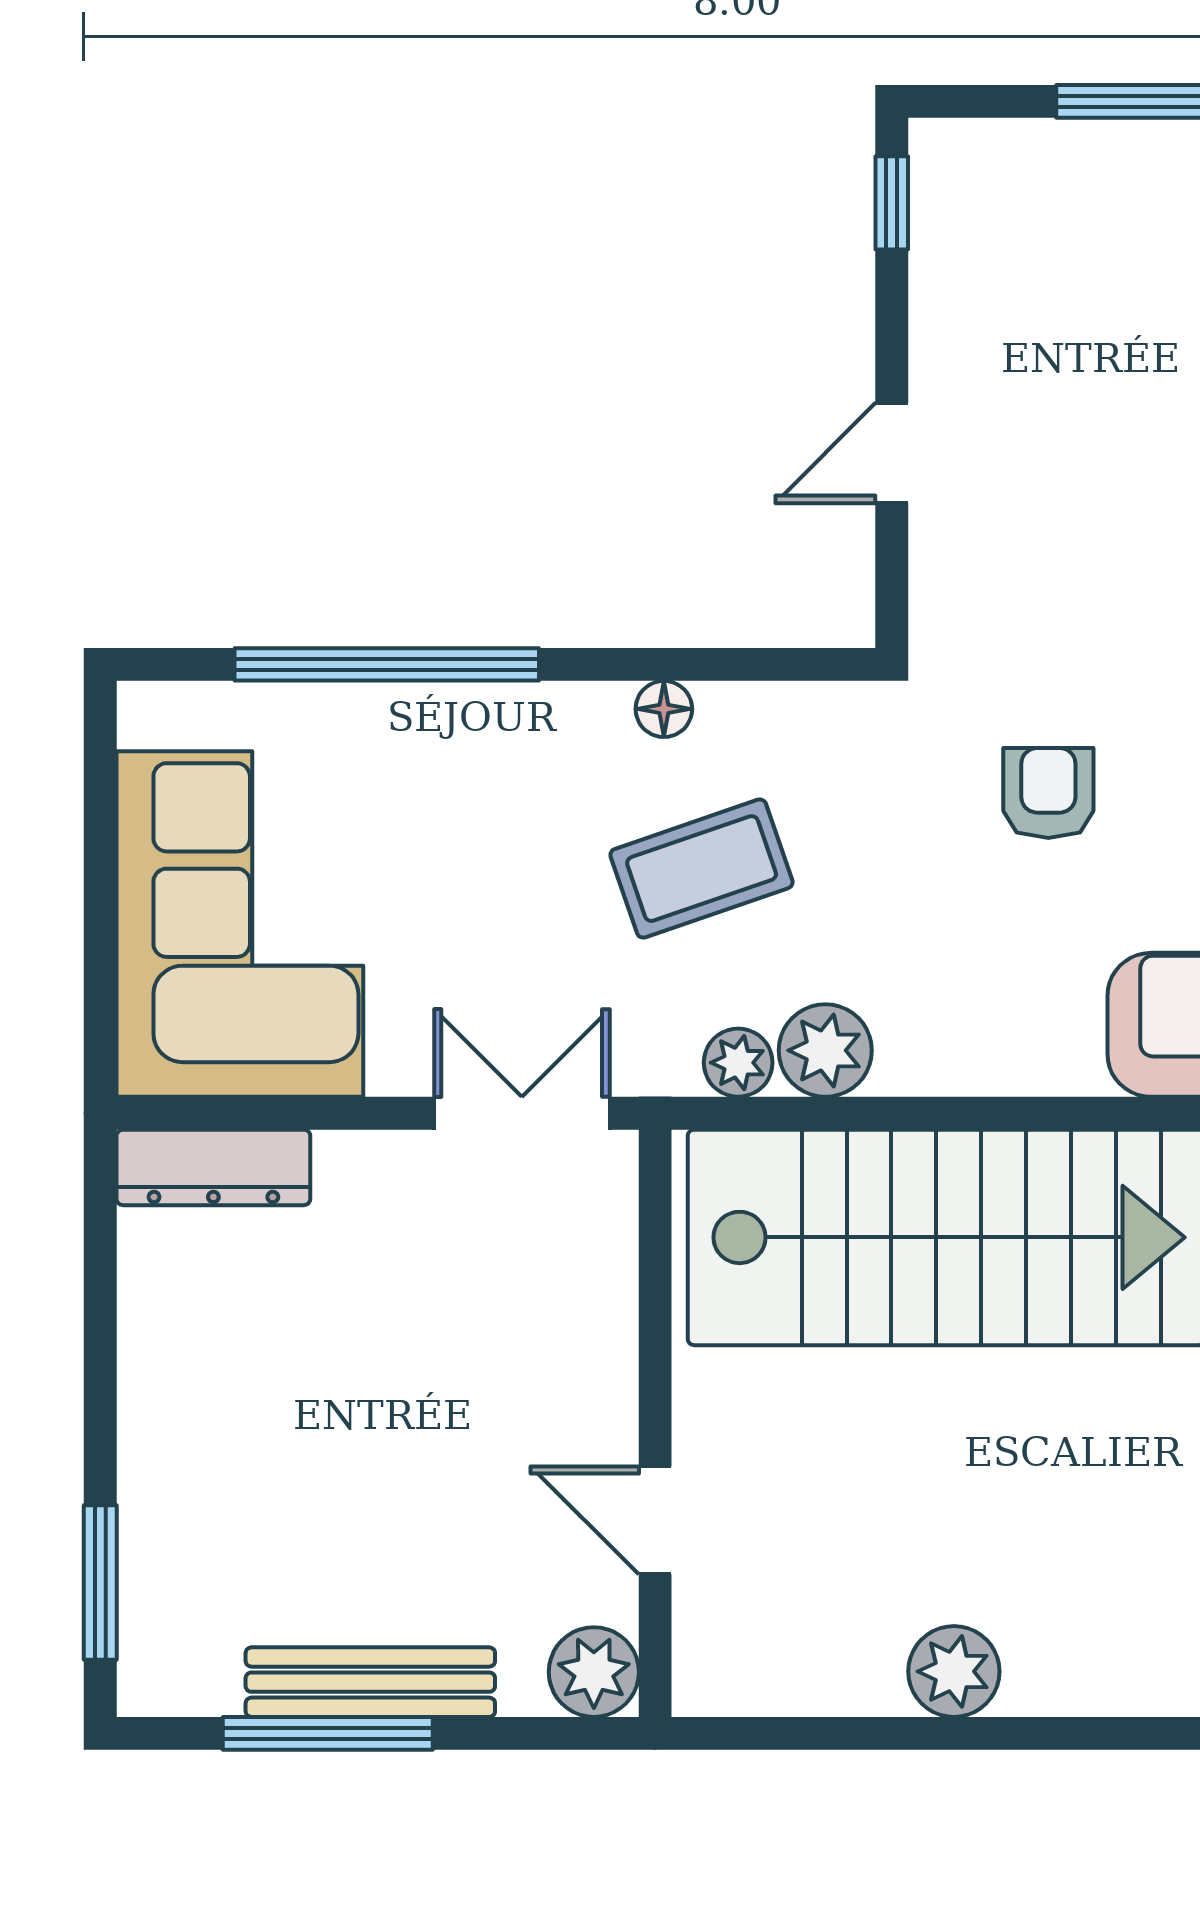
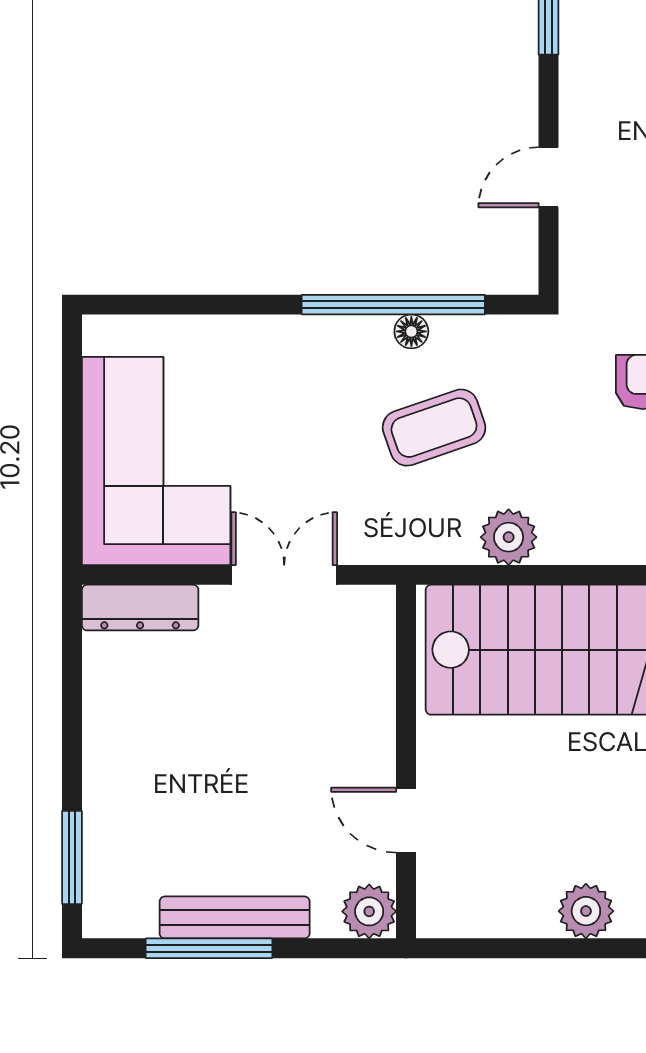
window: (387, 664) -> (393, 305), moved
plant: (738, 1063) -> (456, 544), removed
double door: (522, 1113) -> (284, 575), moved

